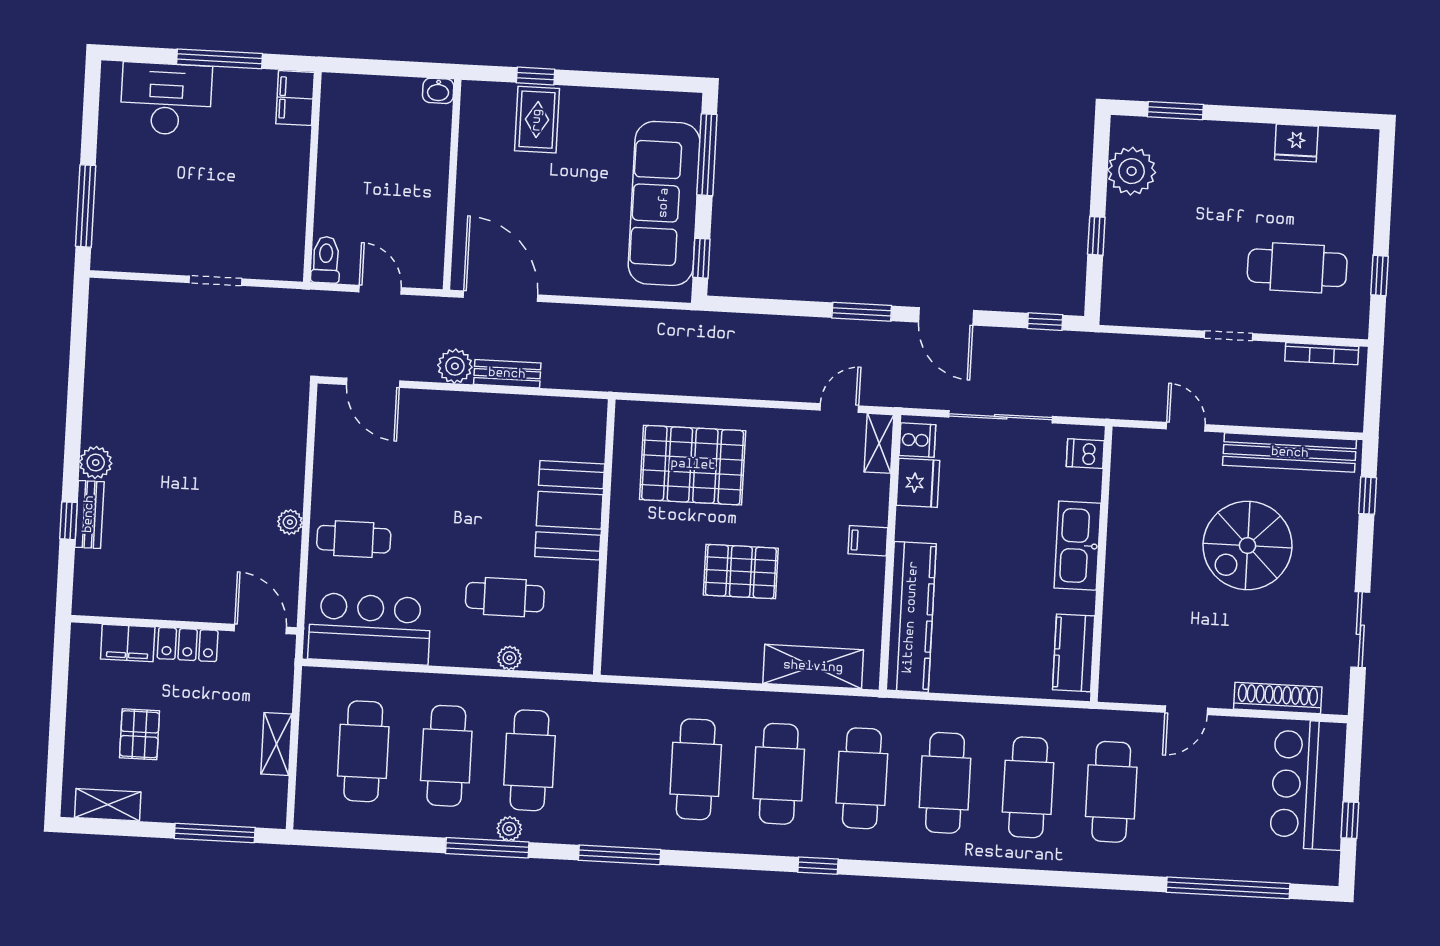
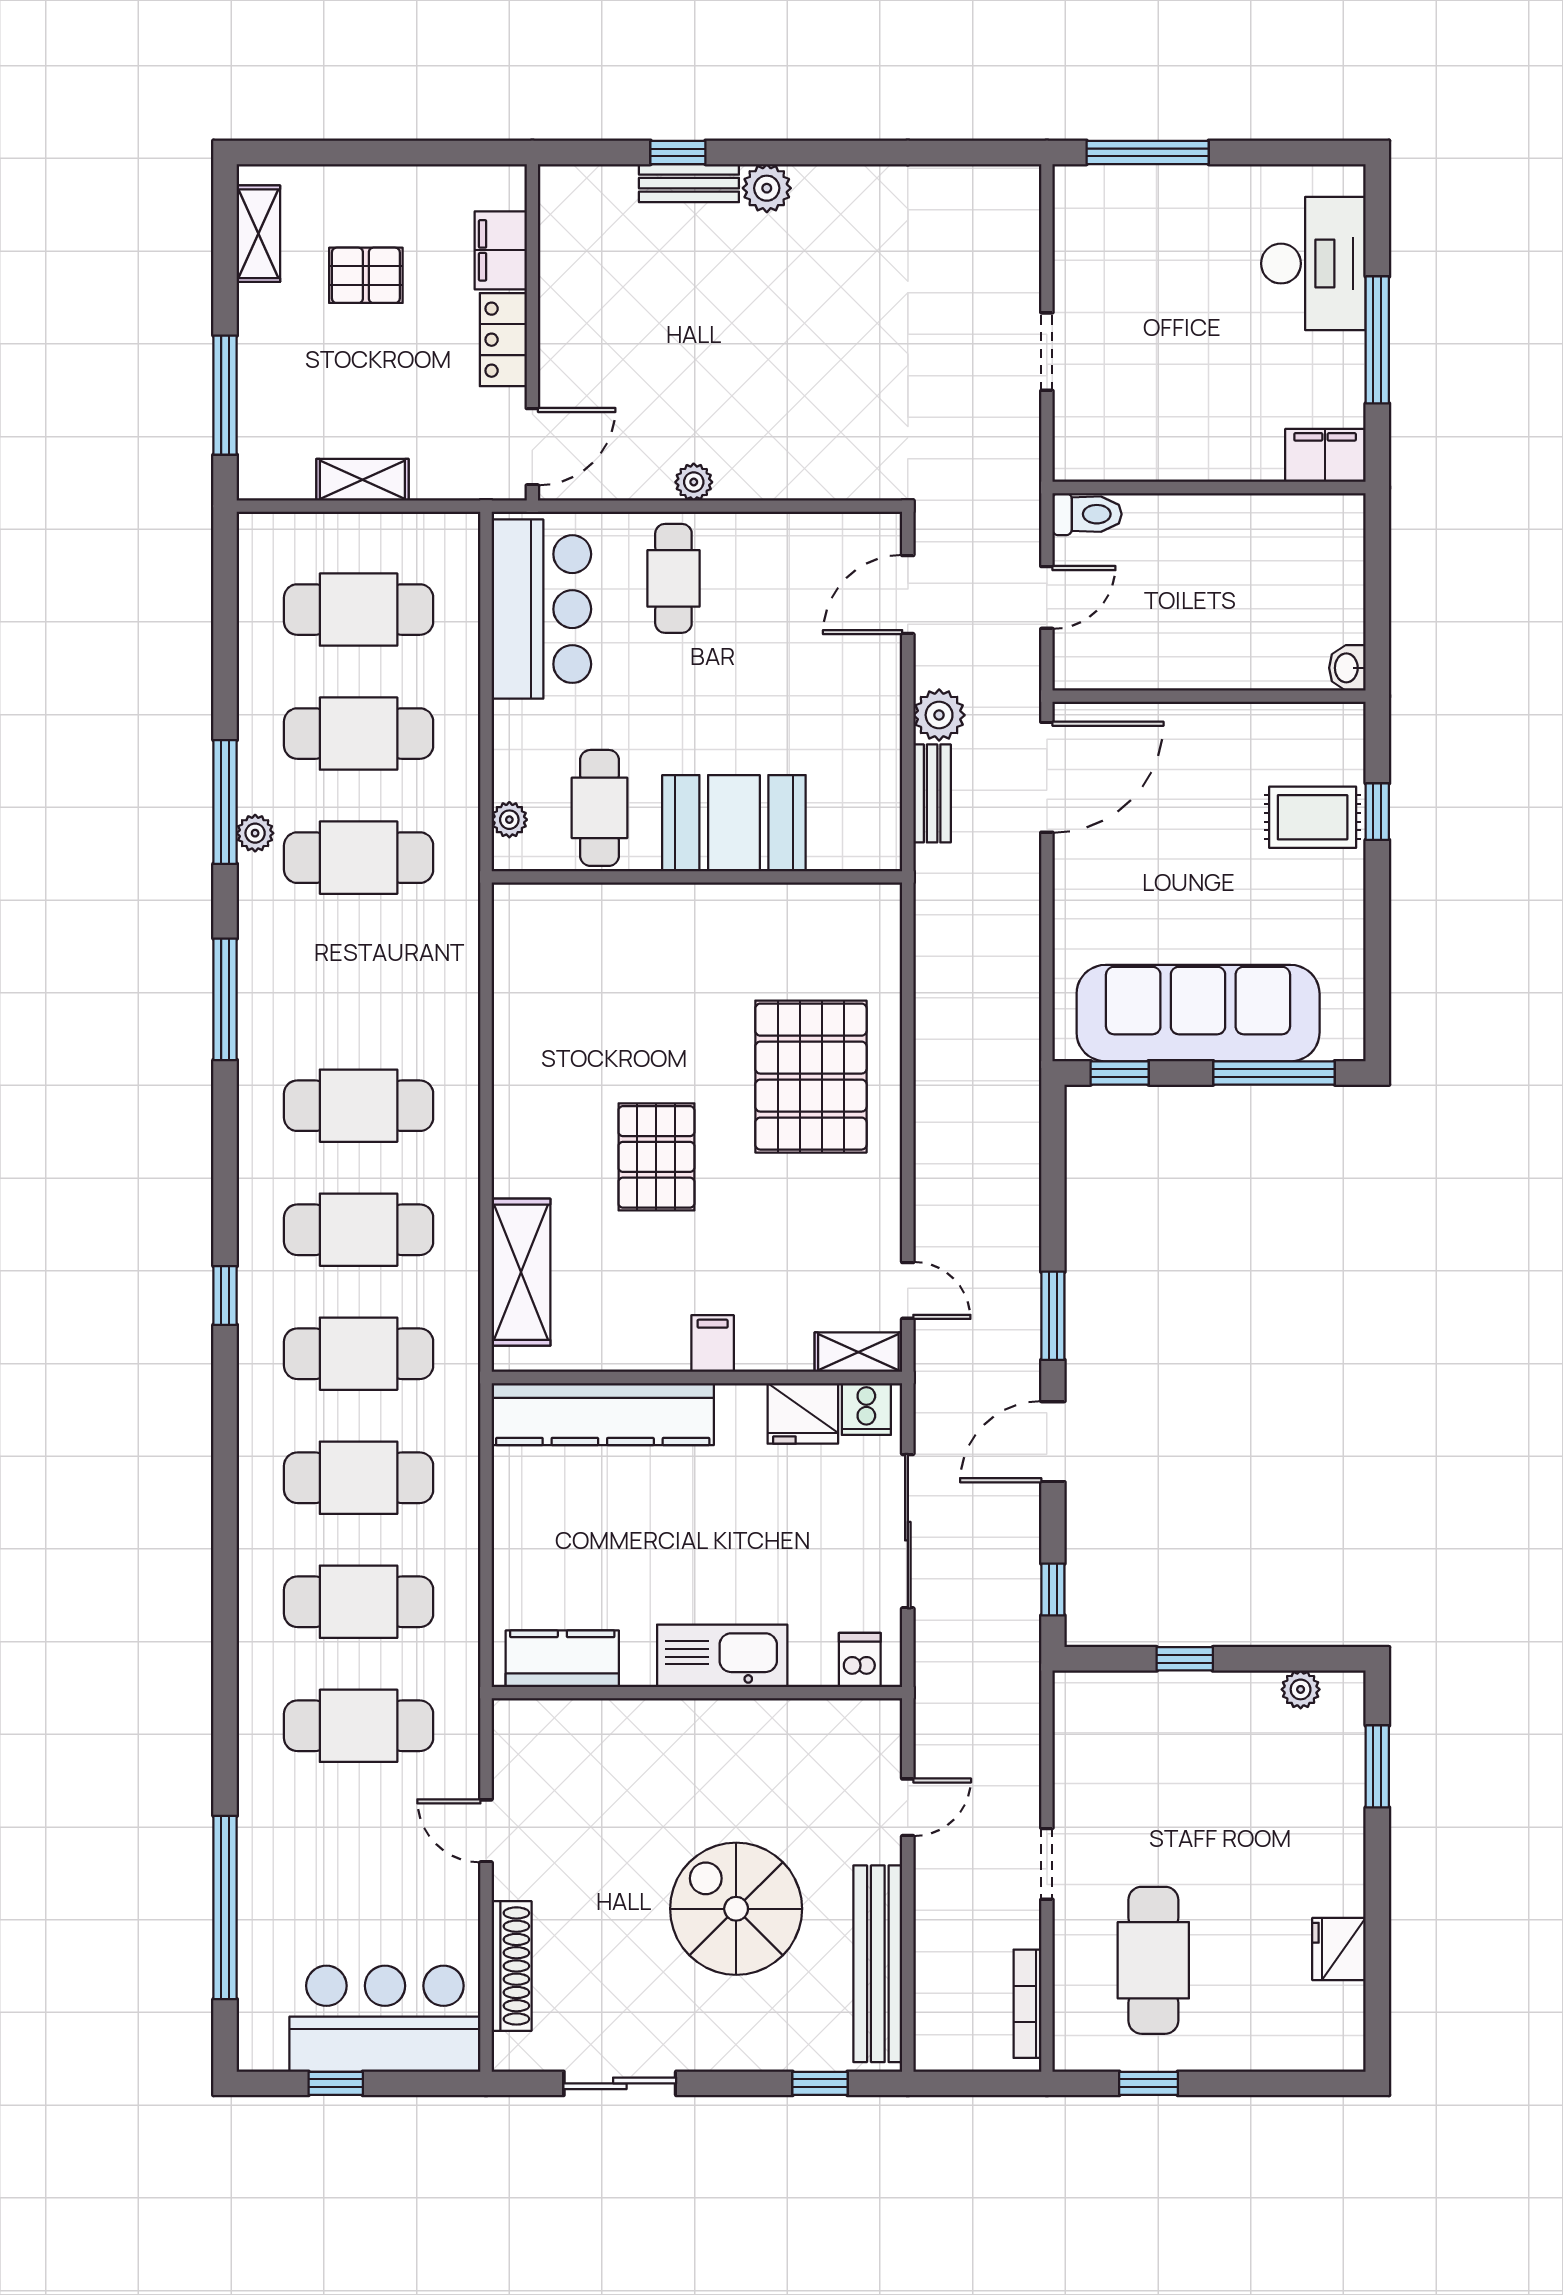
plant: (1132, 171) -> (1301, 1689), width x0.53, depth x0.53
booth: (570, 510) -> (734, 823), moved
wall: (604, 537) -> (697, 877), moved

